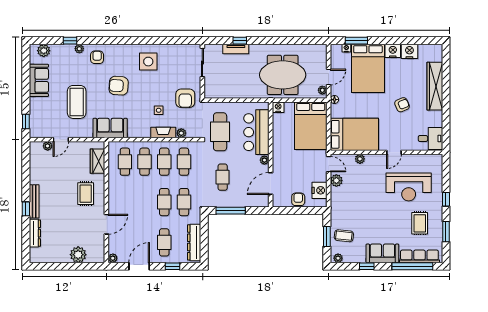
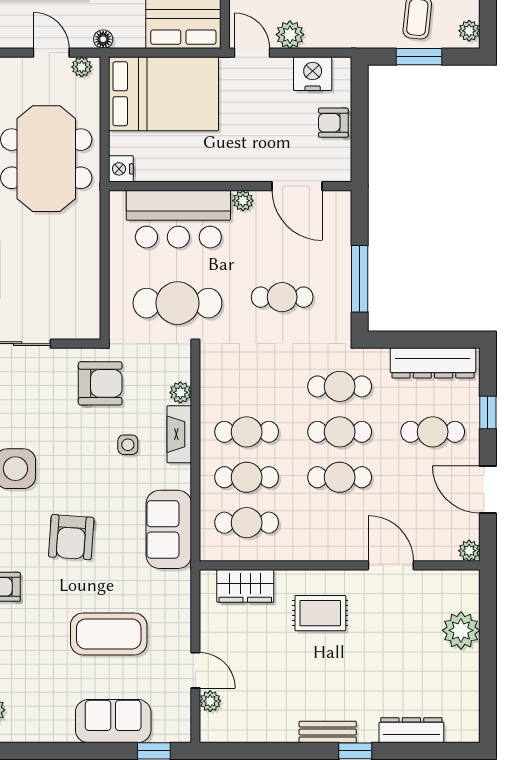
sofa: (39, 80) -> (113, 721), moved
sofa: (110, 128) -> (169, 529), moved
cafe table: (184, 162) -> (340, 477), moved
door: (329, 164) -> (252, 53), hinge flipped
bench: (34, 201) -> (328, 732), width x0.73

